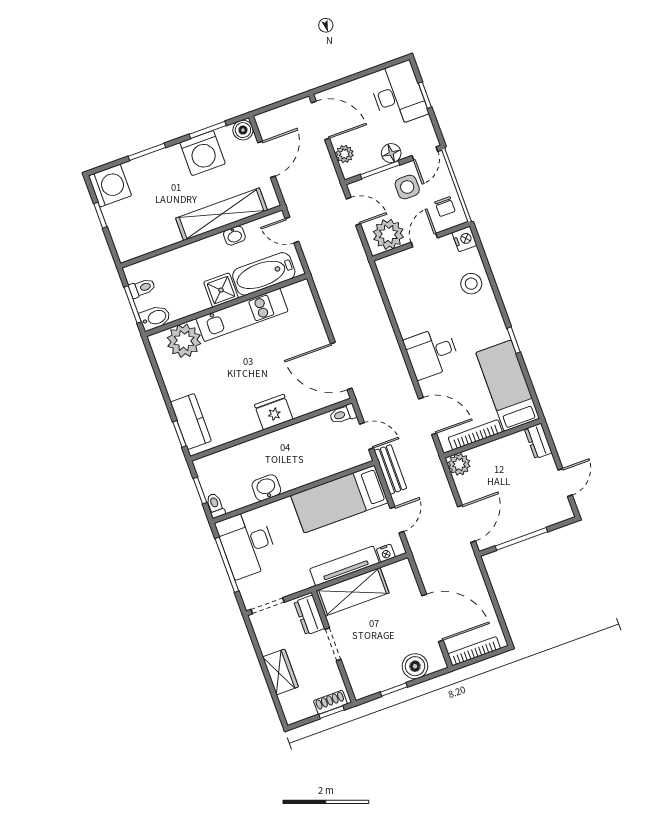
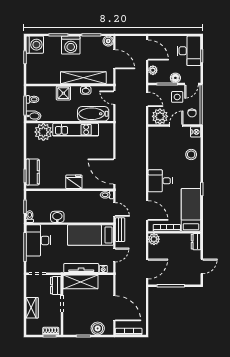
washing machine: (203, 153) -> (71, 45), moved
door: (266, 159) -> (114, 59), hinge flipped
shower: (221, 290) -> (63, 93), moved

